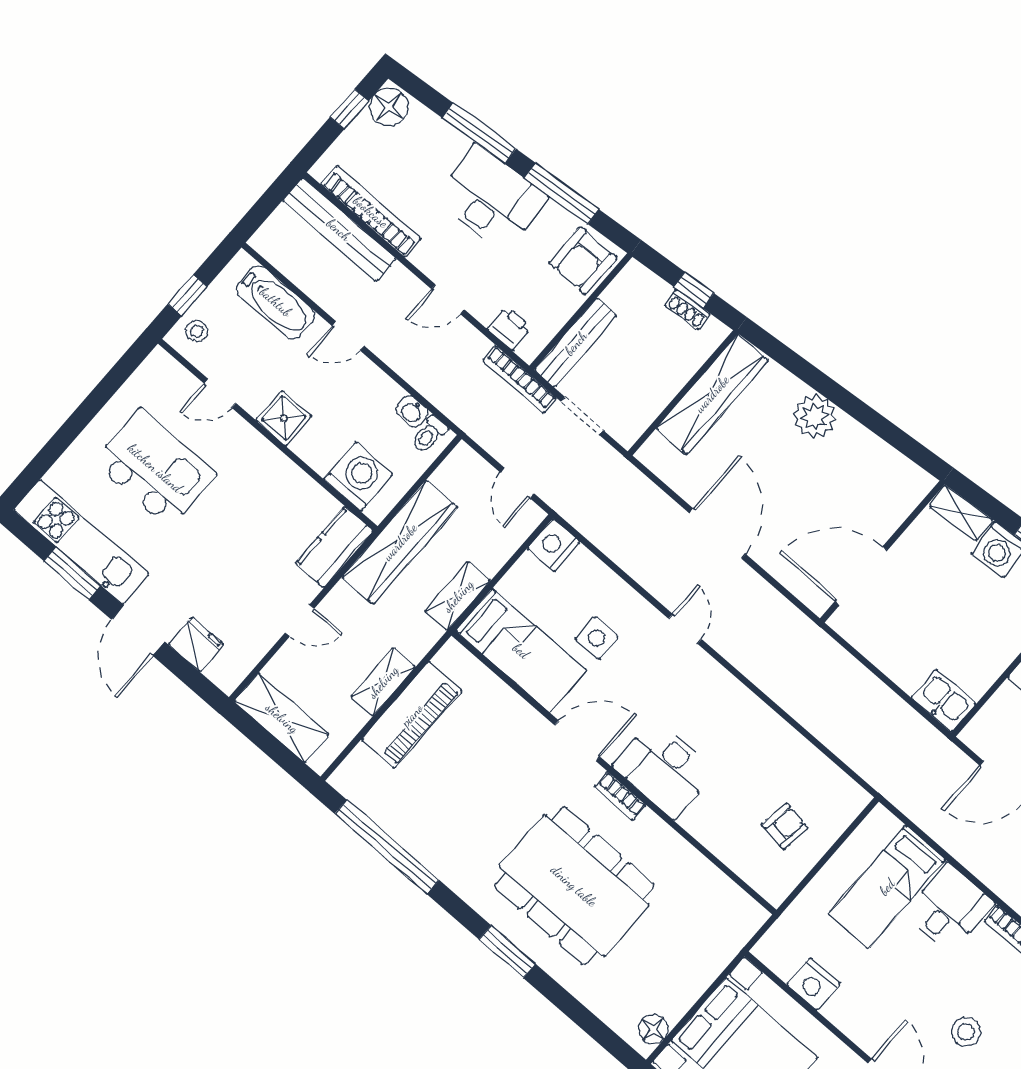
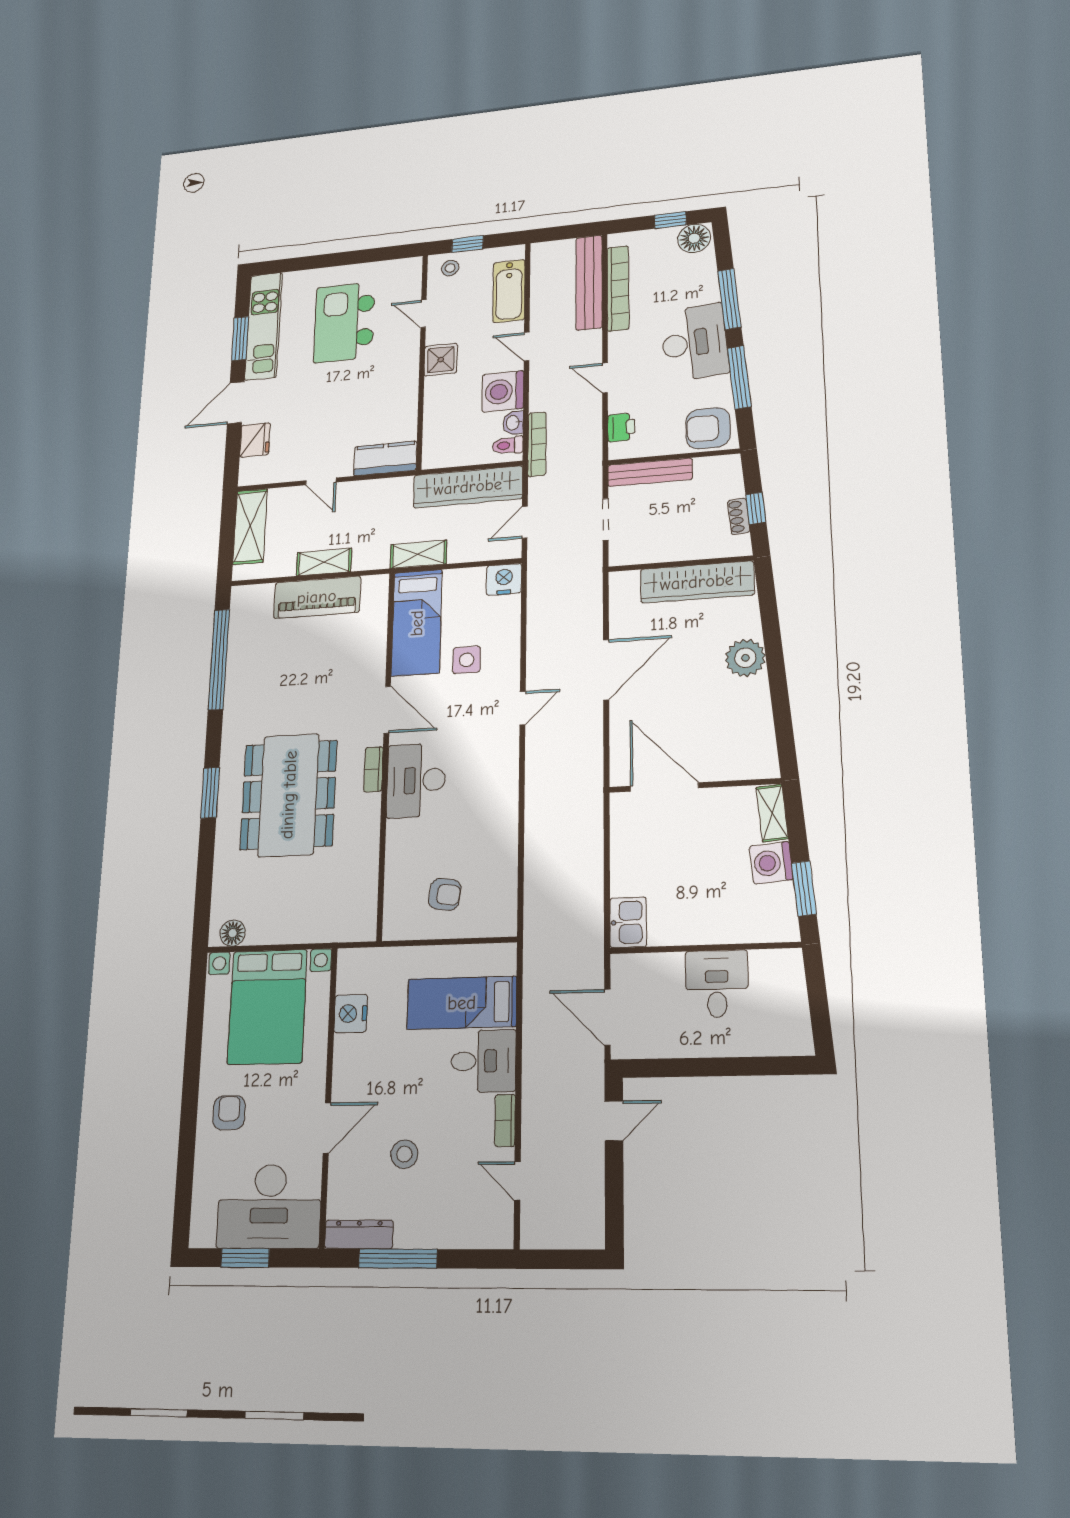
bookcase: (520, 379) -> (537, 444), moved, turned 180
kitchen island: (155, 468) -> (344, 322), turned 180
washing machine: (358, 477) -> (503, 391), moved, turned 180
wardrobe: (400, 542) -> (468, 487), moved

